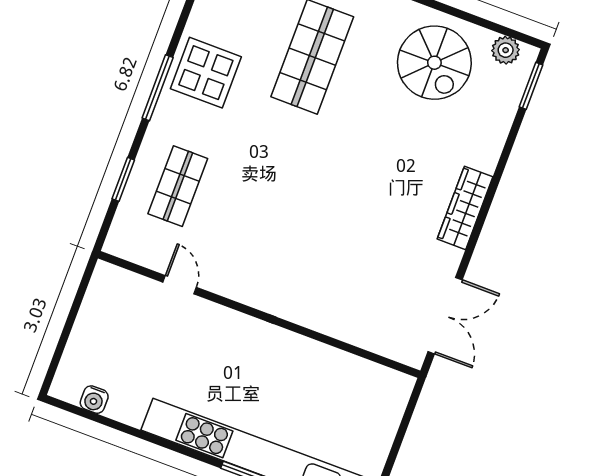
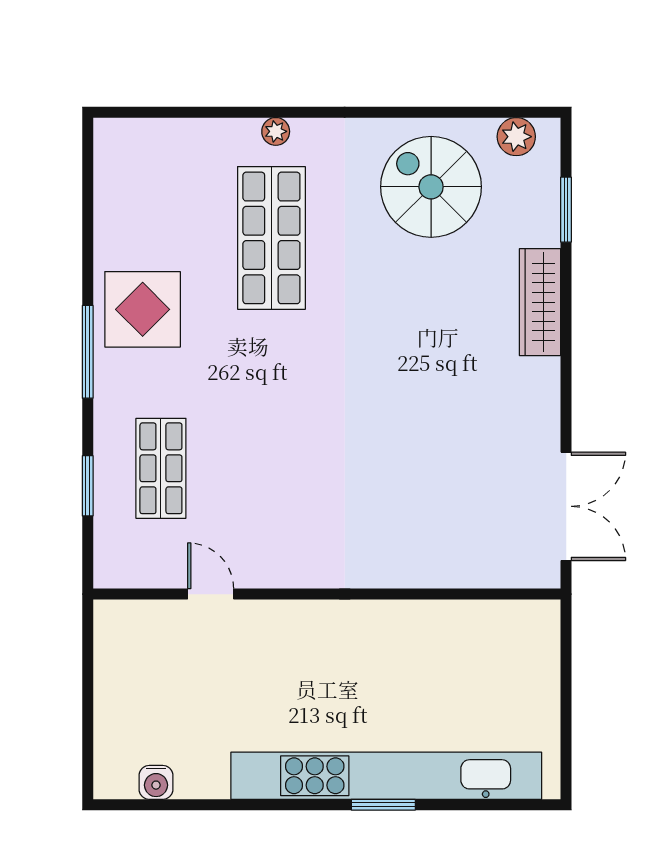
spiral stairs: (434, 63) -> (431, 187), turned 180
window: (531, 86) -> (566, 210), moved
wardrobe: (465, 208) -> (540, 302), moved

